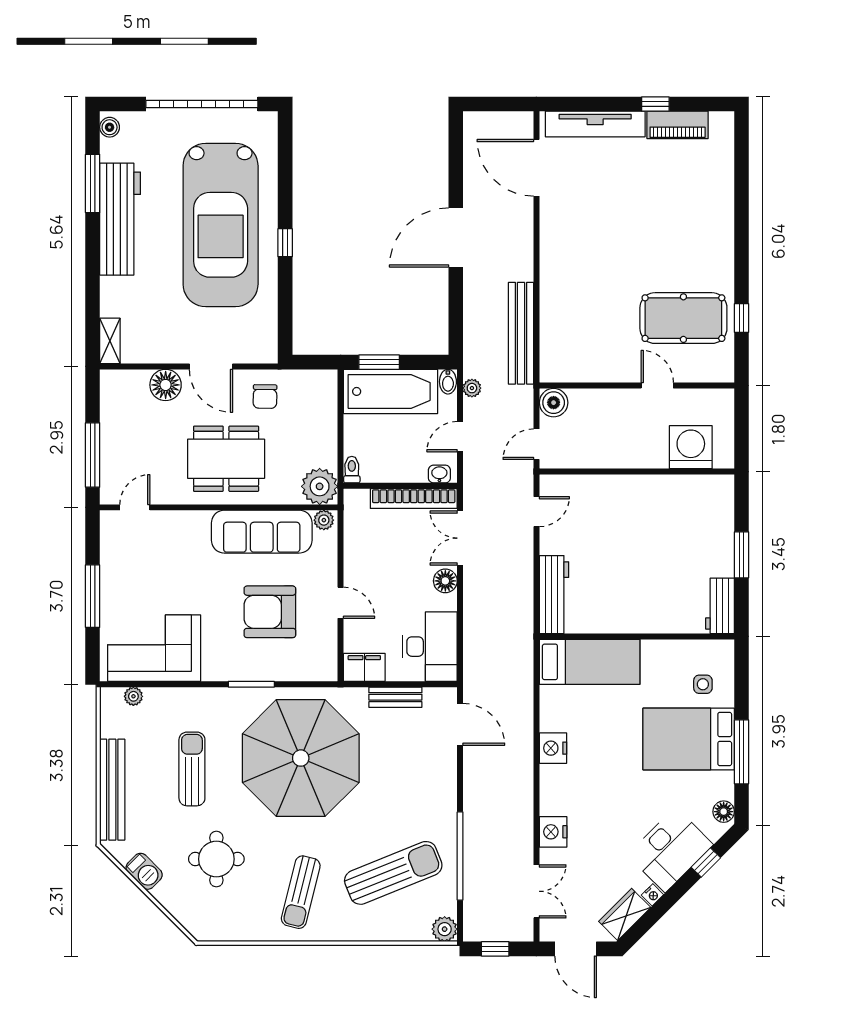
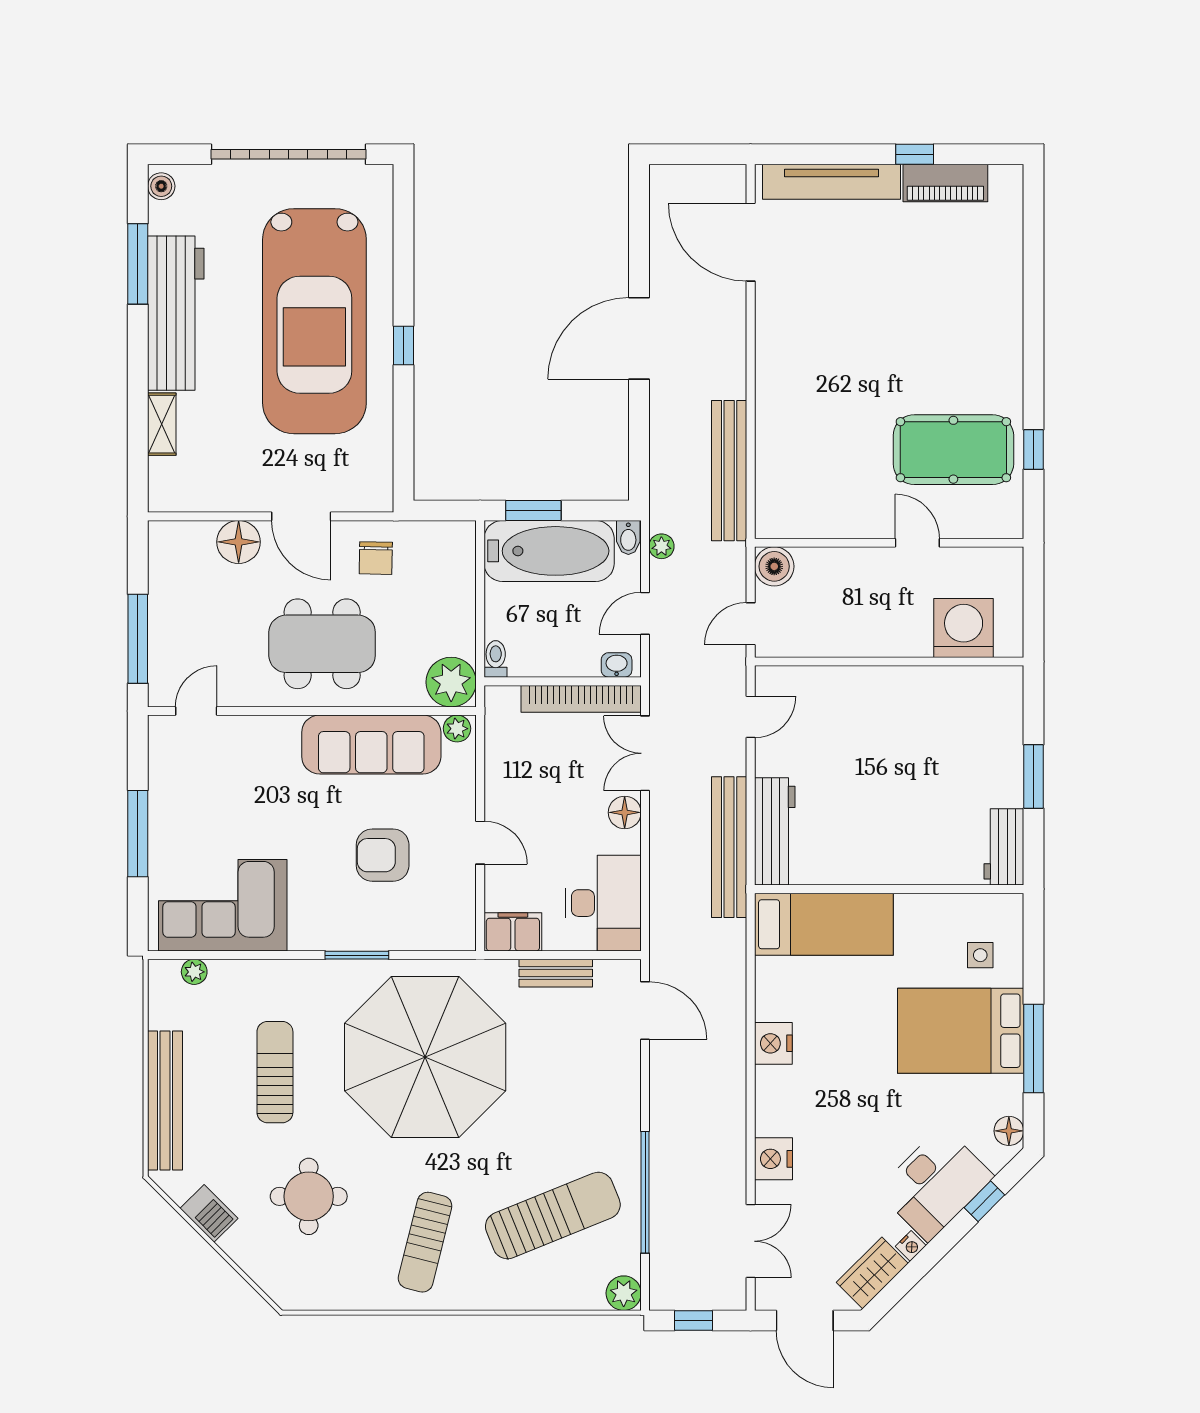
shelving: (110, 341) -> (162, 424), moved
bench: (521, 606) -> (729, 847), added
armchair: (270, 612) -> (383, 855), width x0.73, depth x0.73

